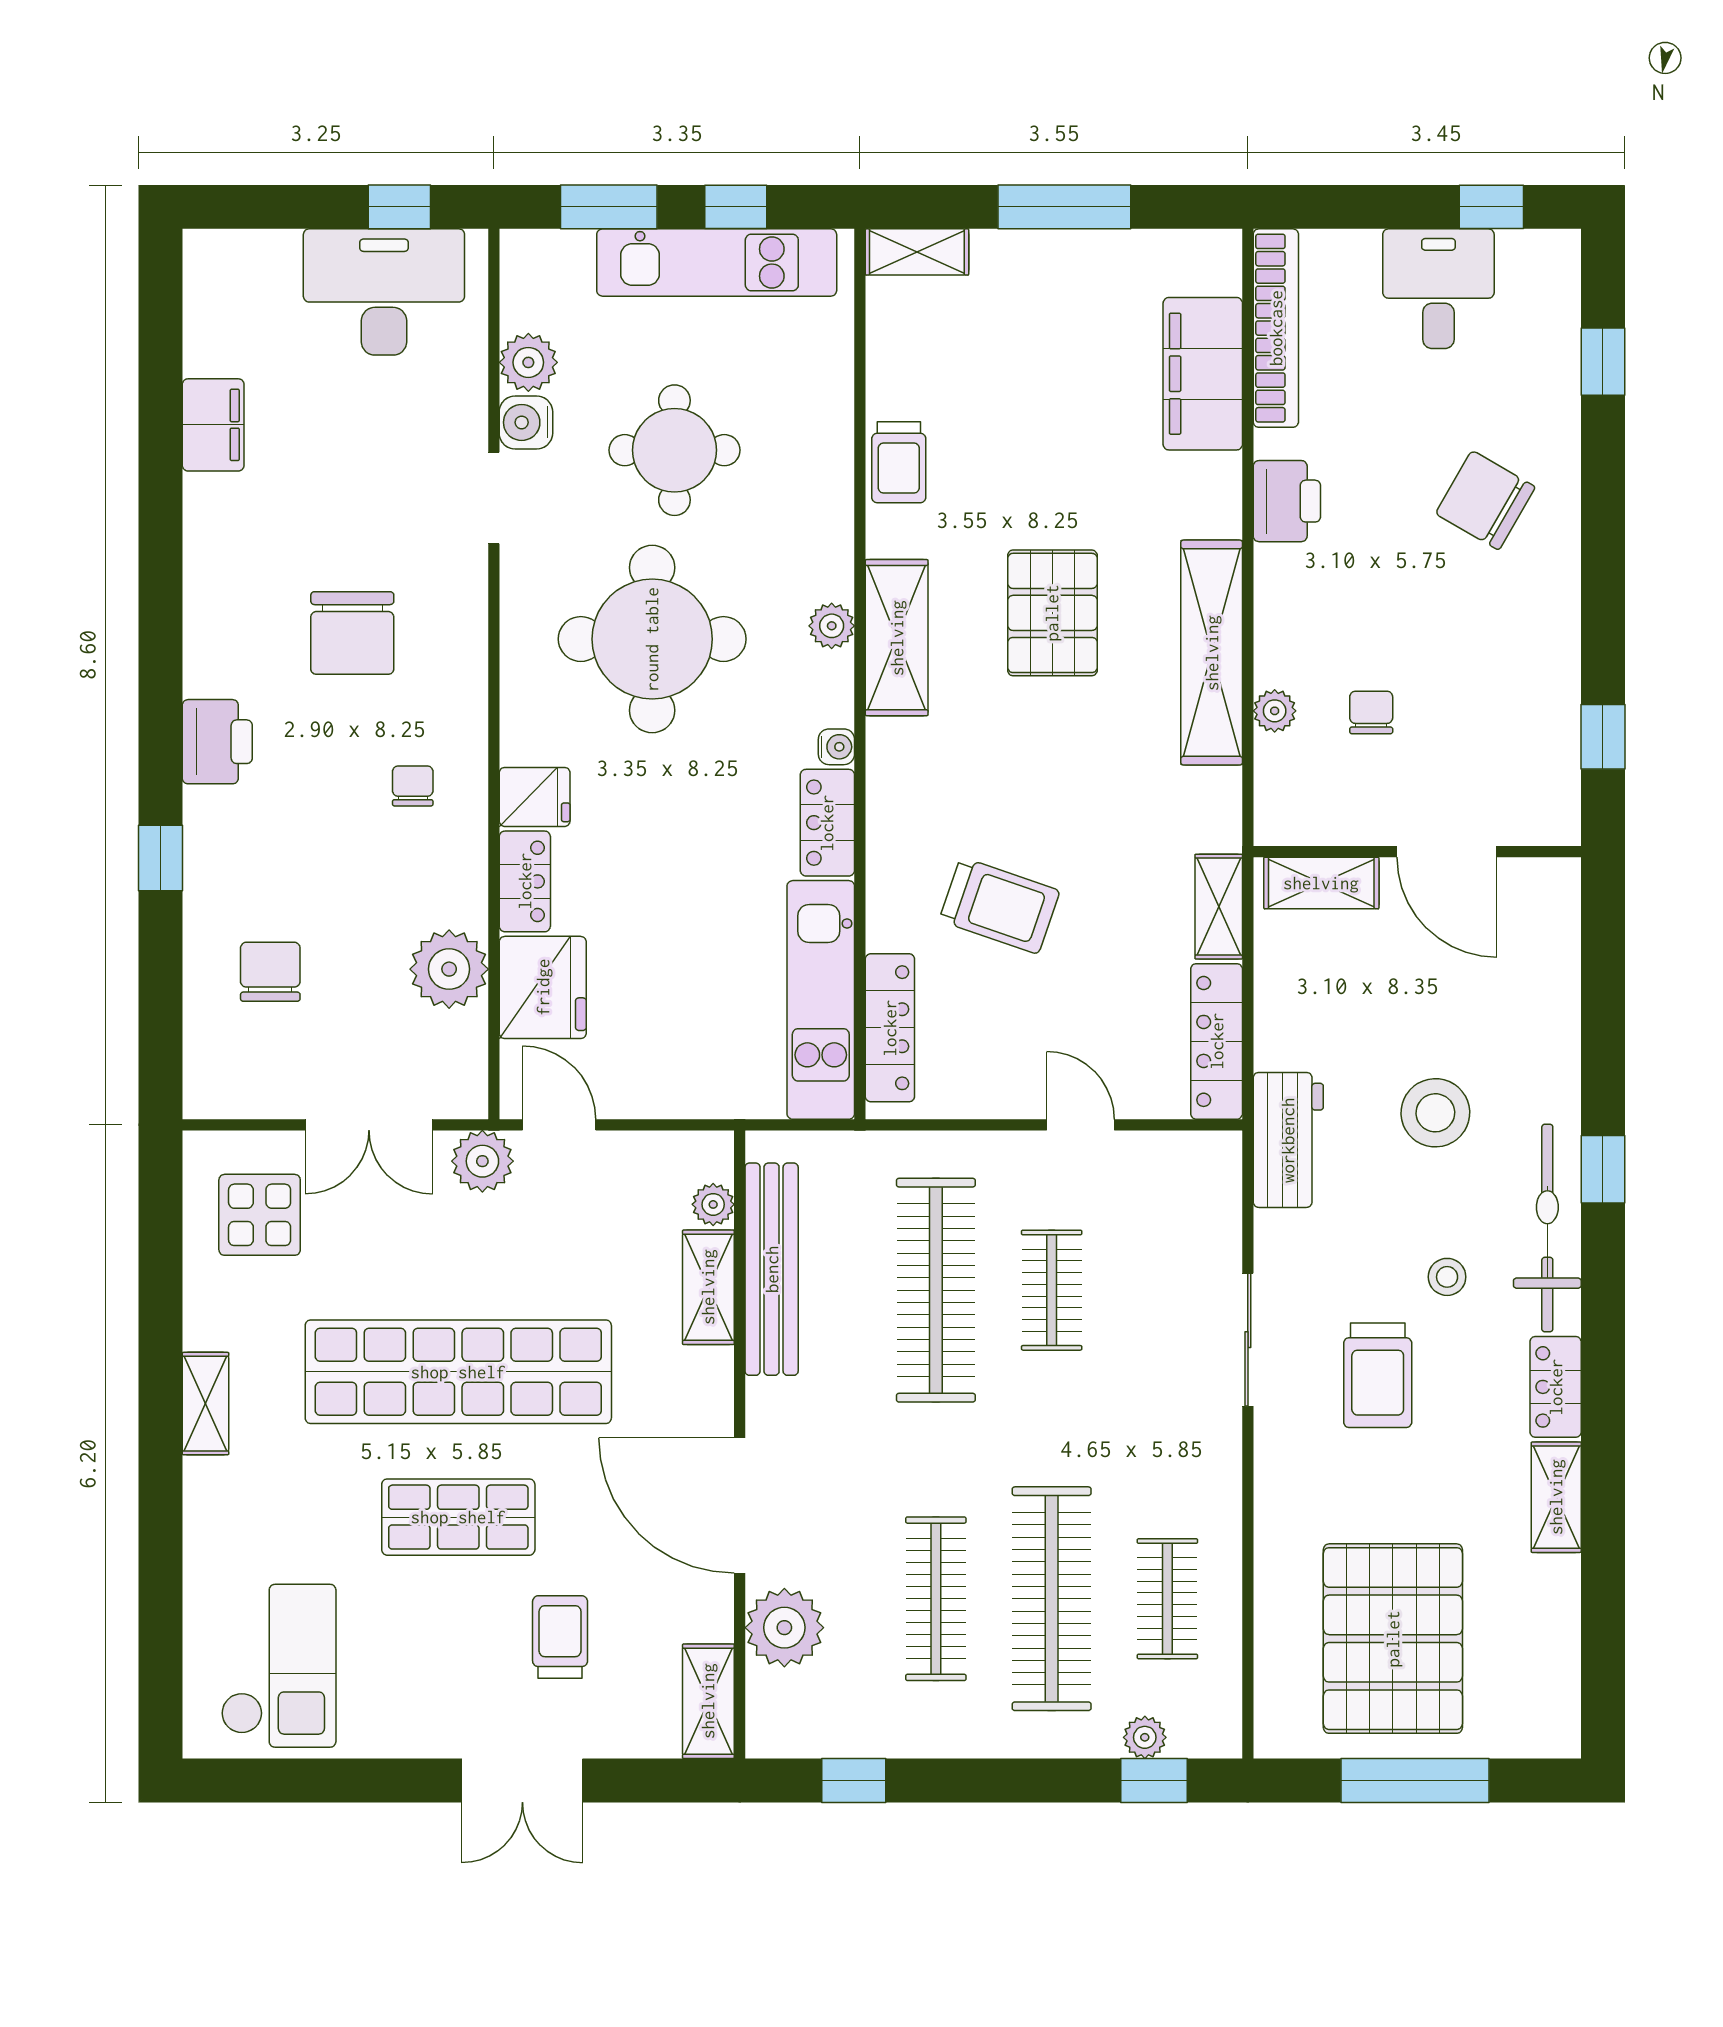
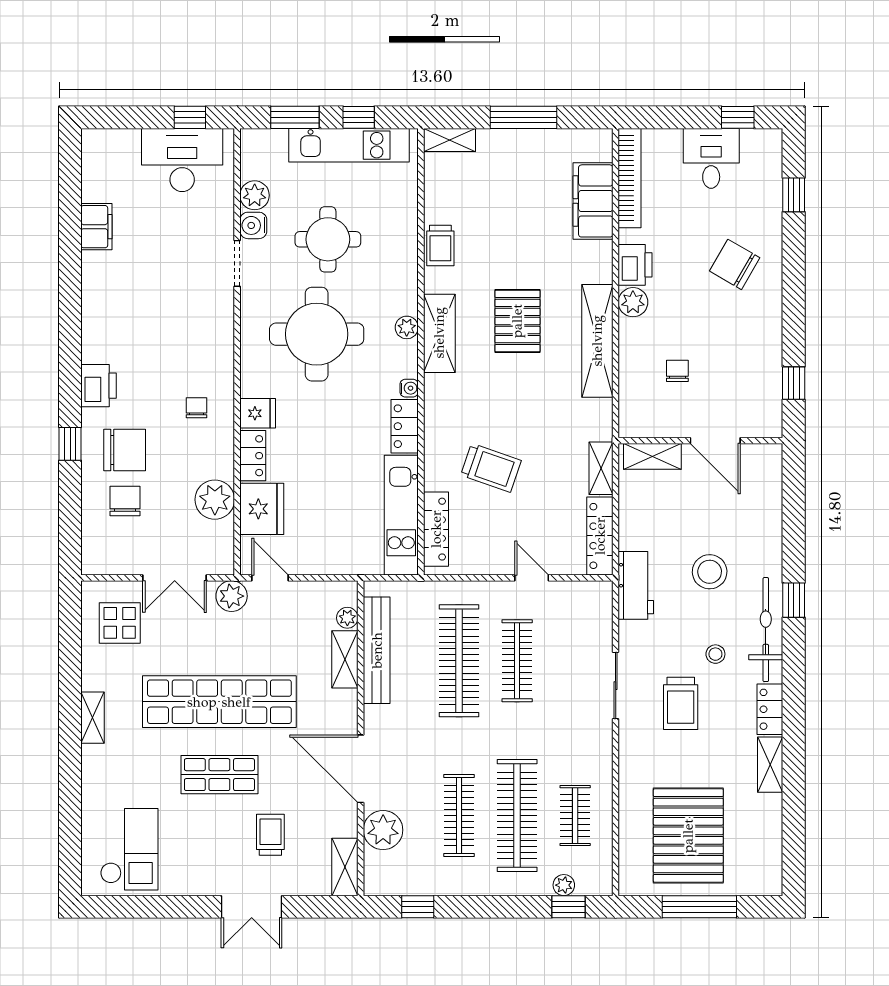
chair: (352, 633) -> (125, 450), moved, turned -90
plant: (1275, 711) -> (633, 302), moved, width x1.38, depth x1.38
clothes rail: (1052, 1290) -> (517, 661), width x1.36

